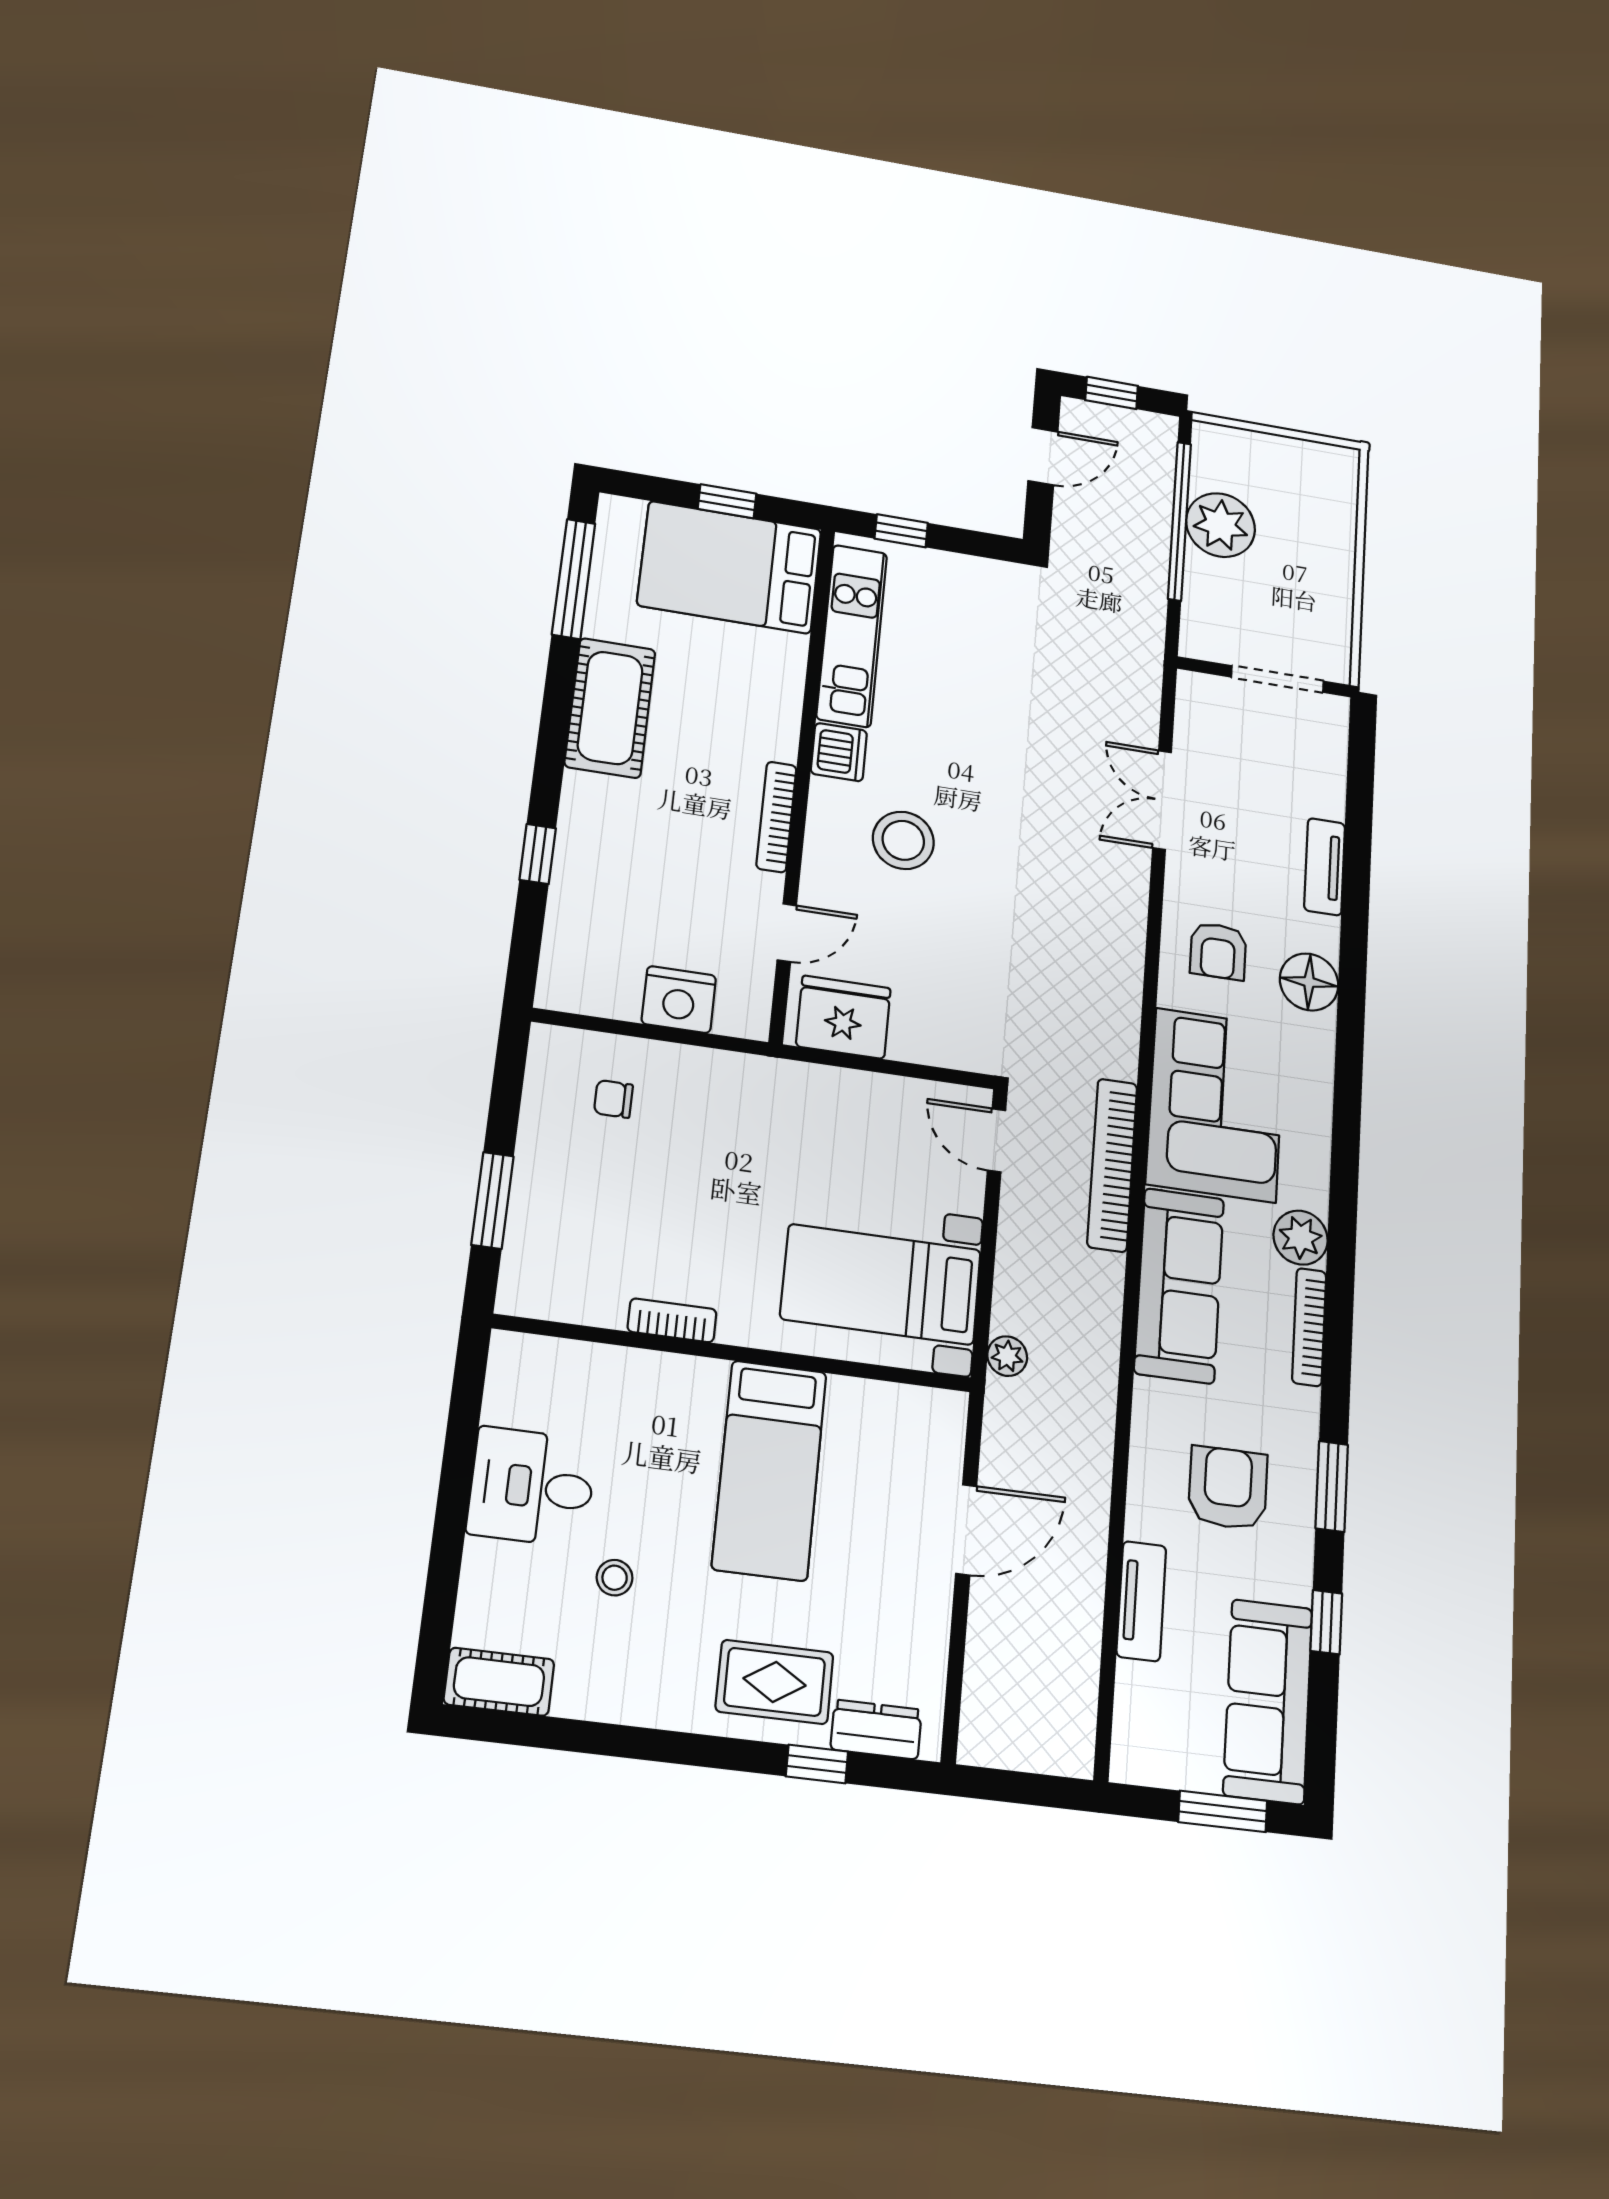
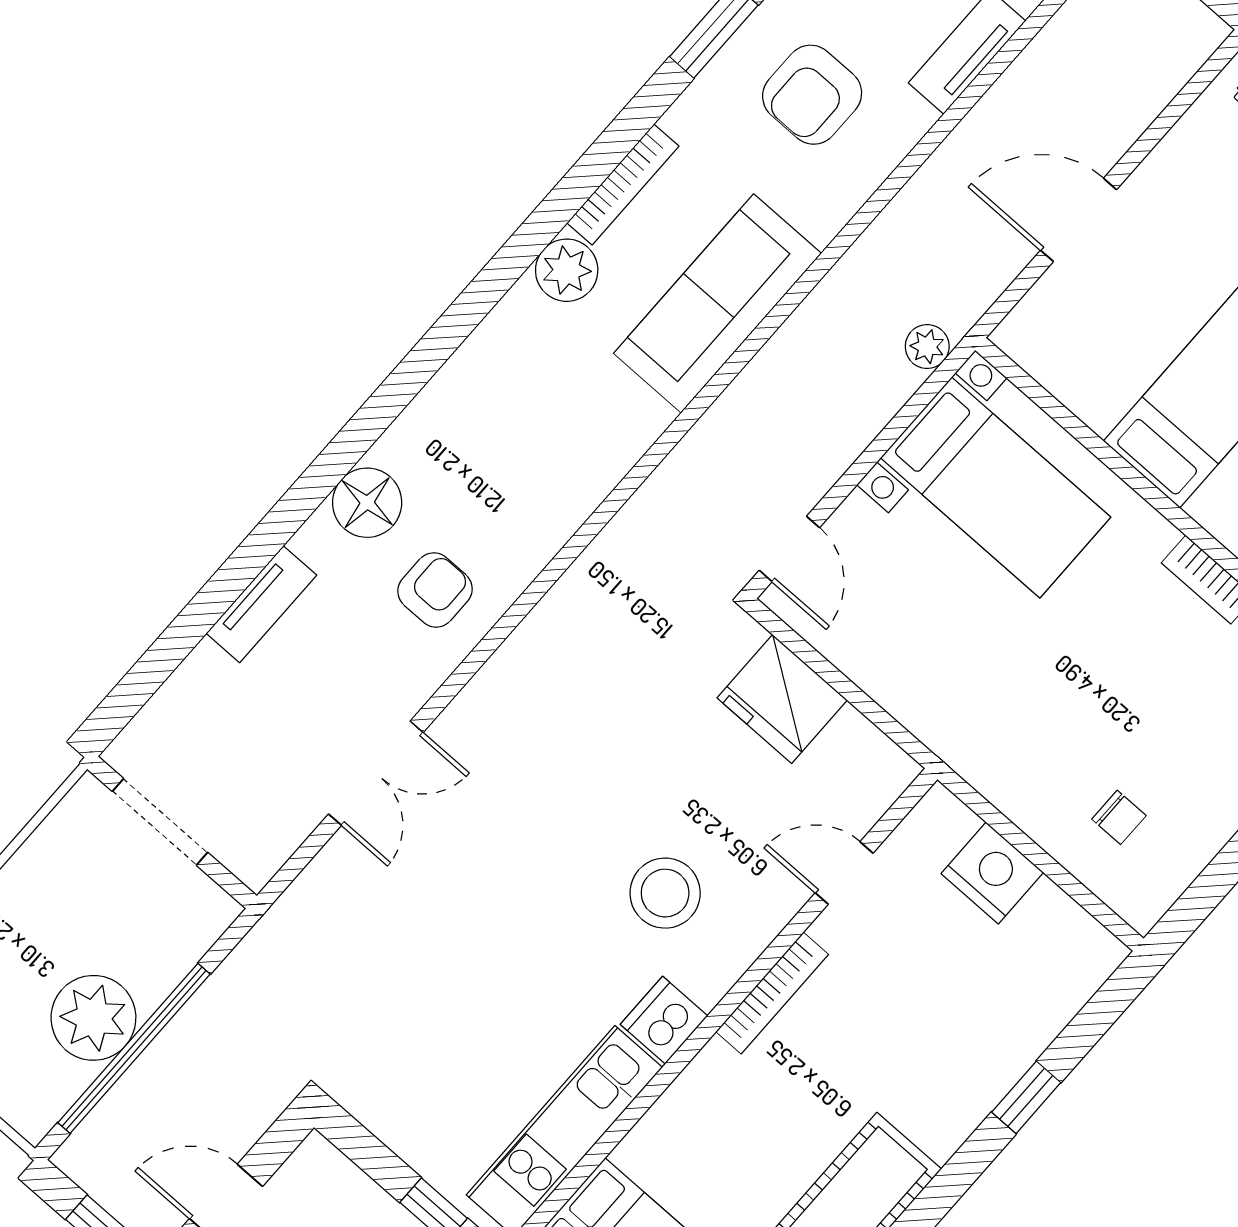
fridge: (843, 1017) -> (782, 699), moved
corner sofa: (1216, 1105) -> (552, 446), removed
bookcase: (1112, 1165) -> (696, 455), removed

